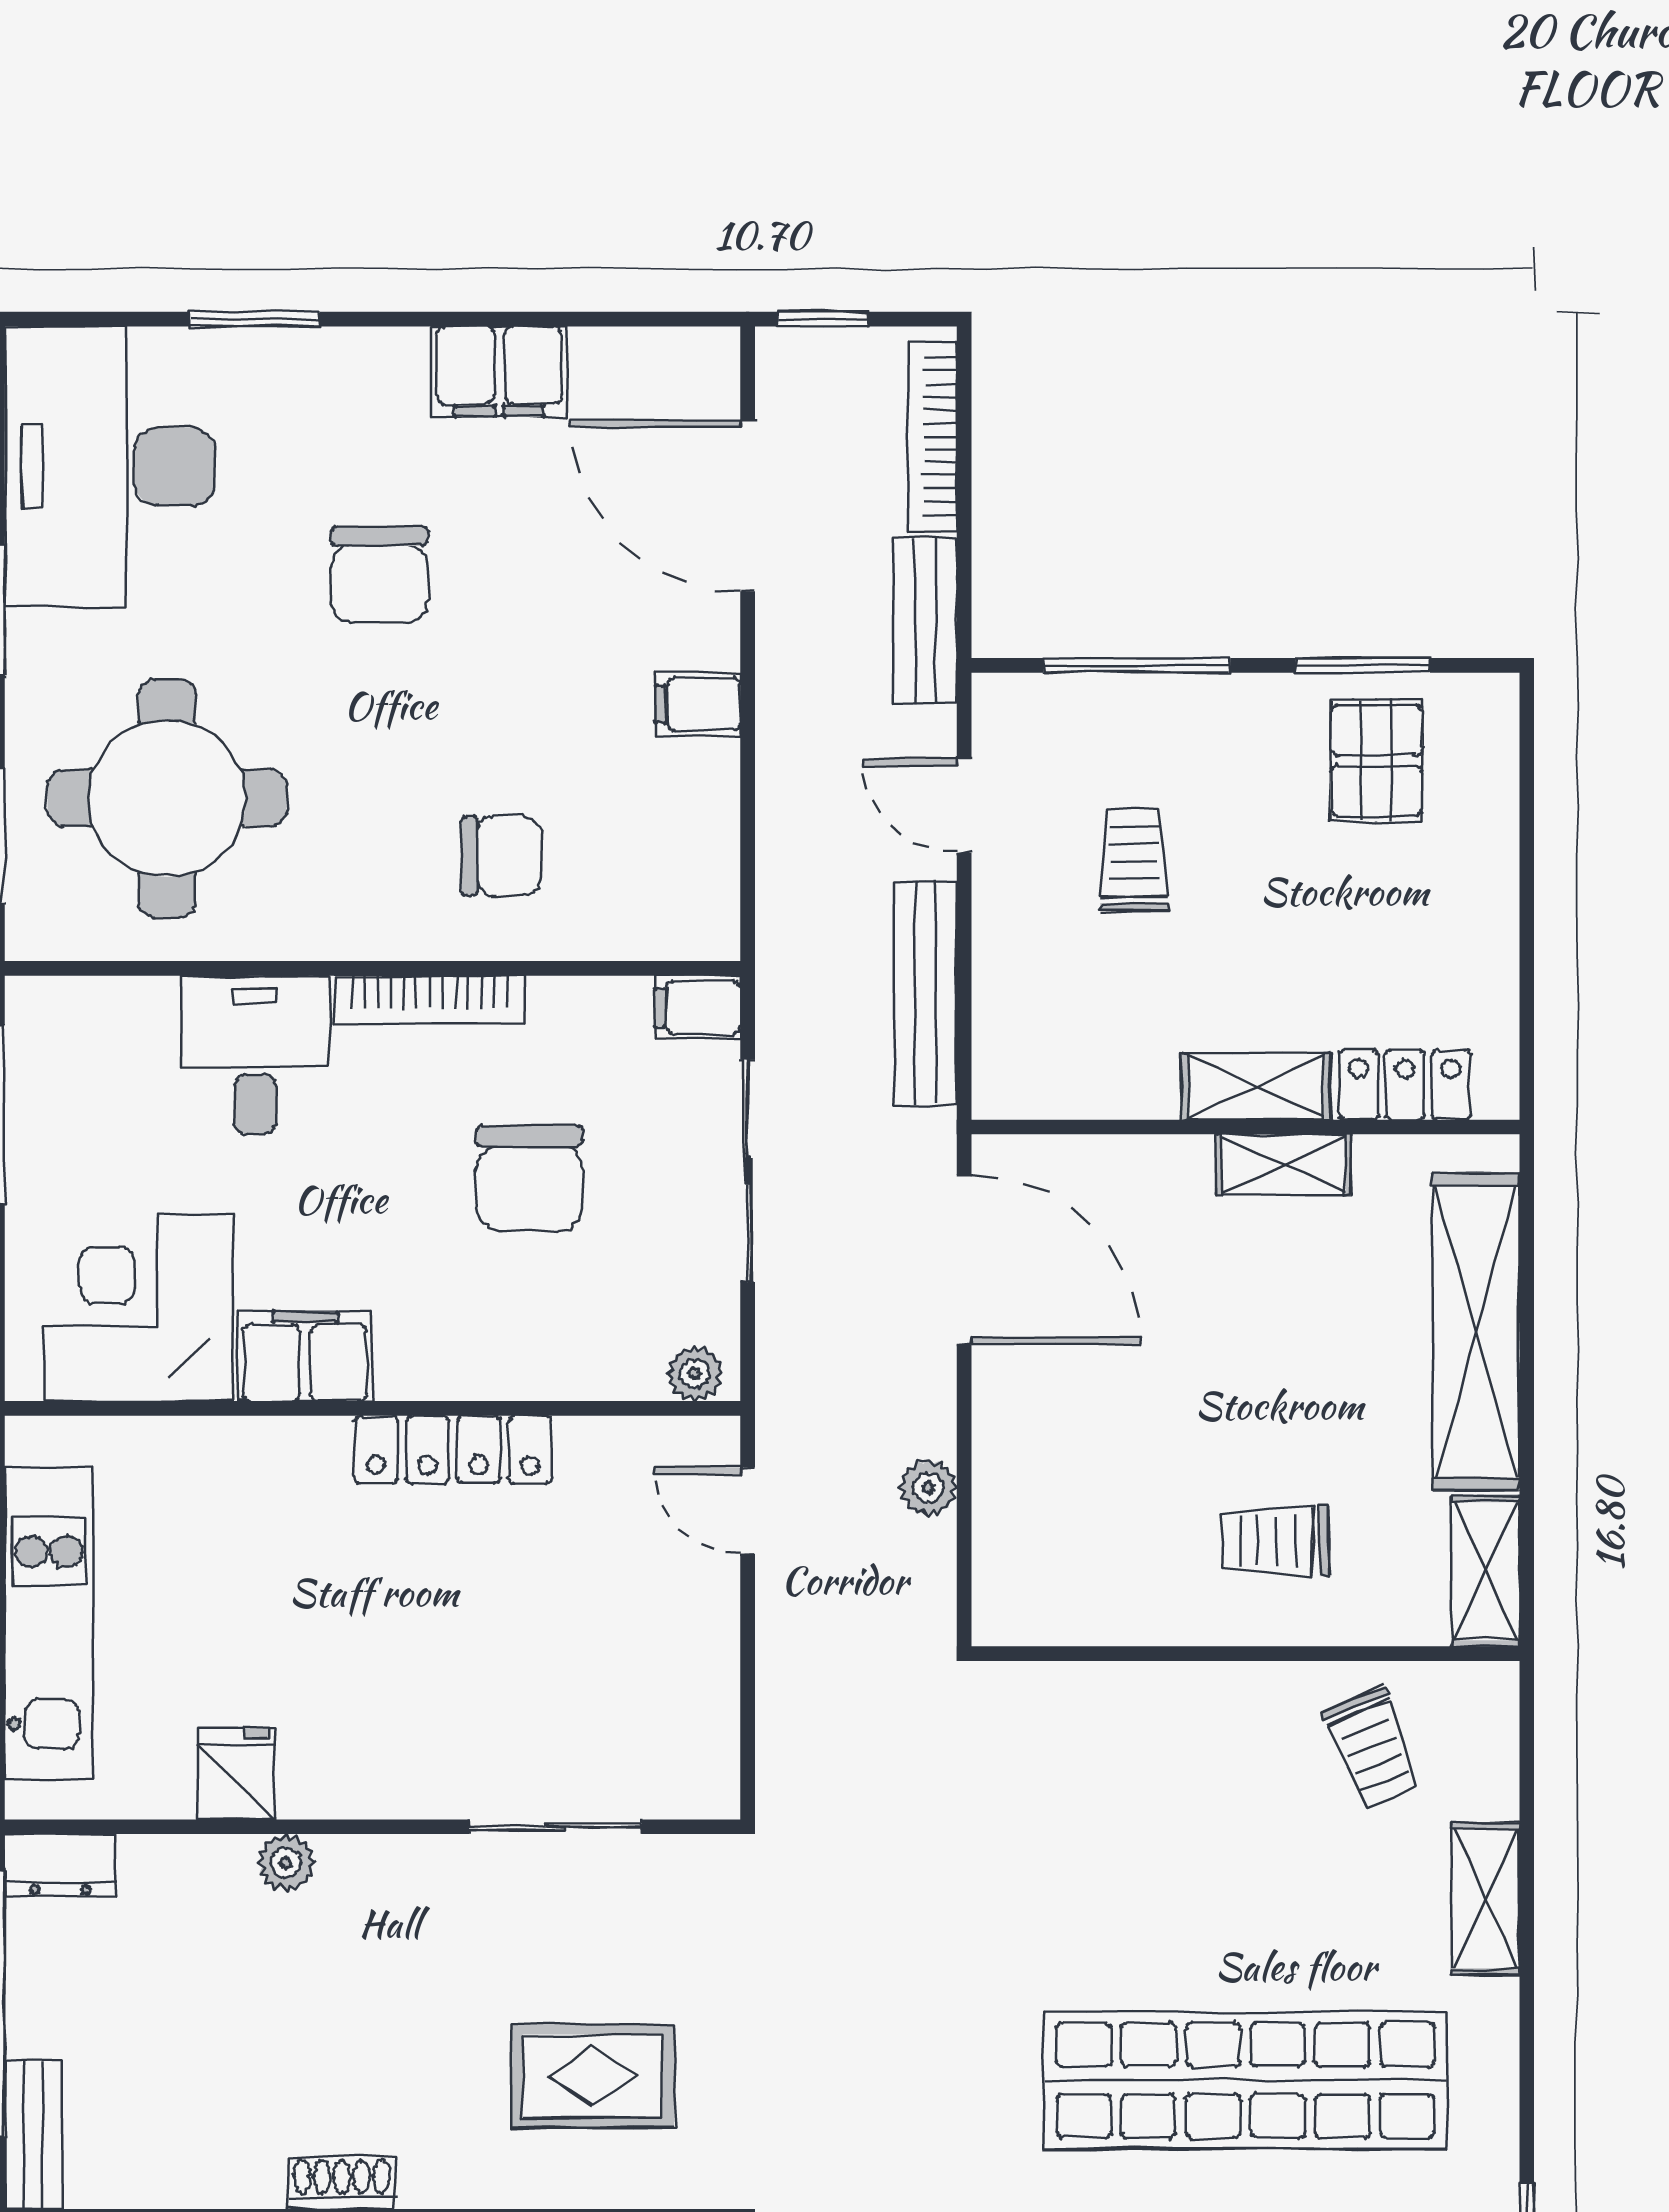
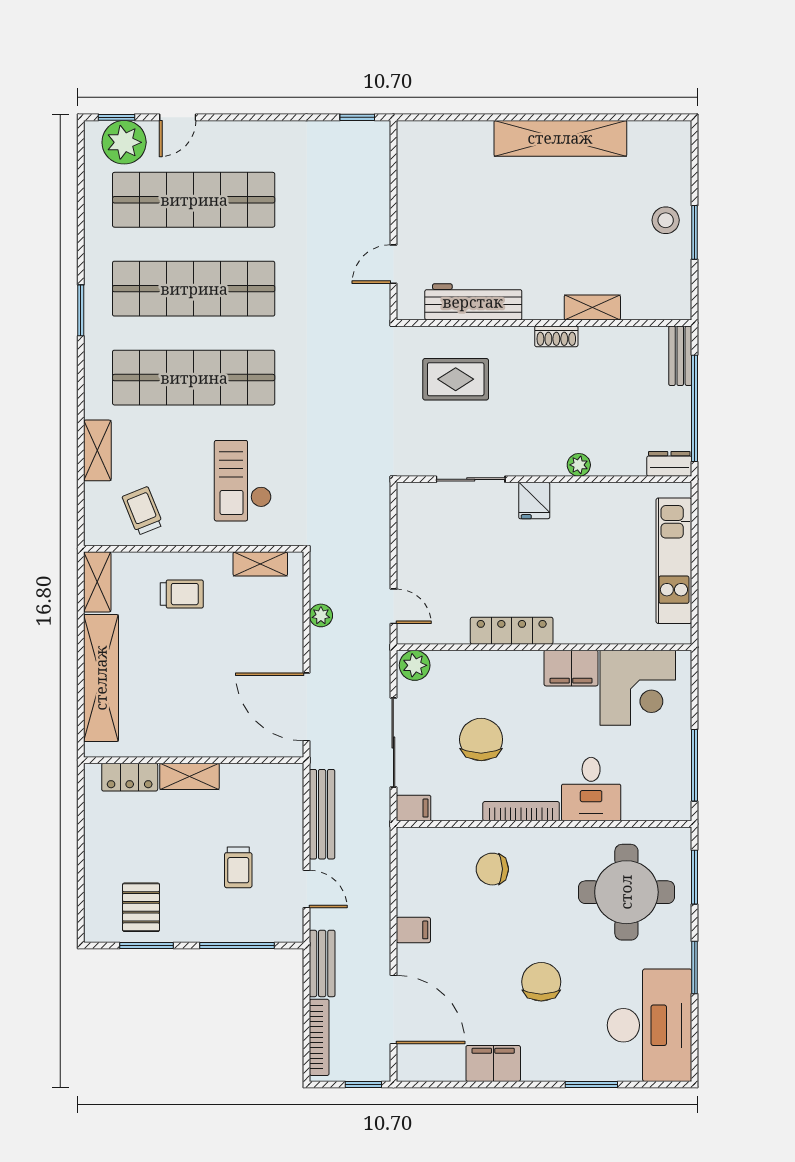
shelving: (1283, 1165) -> (260, 564), moved
plant: (695, 1374) -> (415, 665), width x1.38, depth x1.38
fridge: (236, 1774) -> (534, 501), moved
checkout: (1123, 1823) -> (243, 481), added

